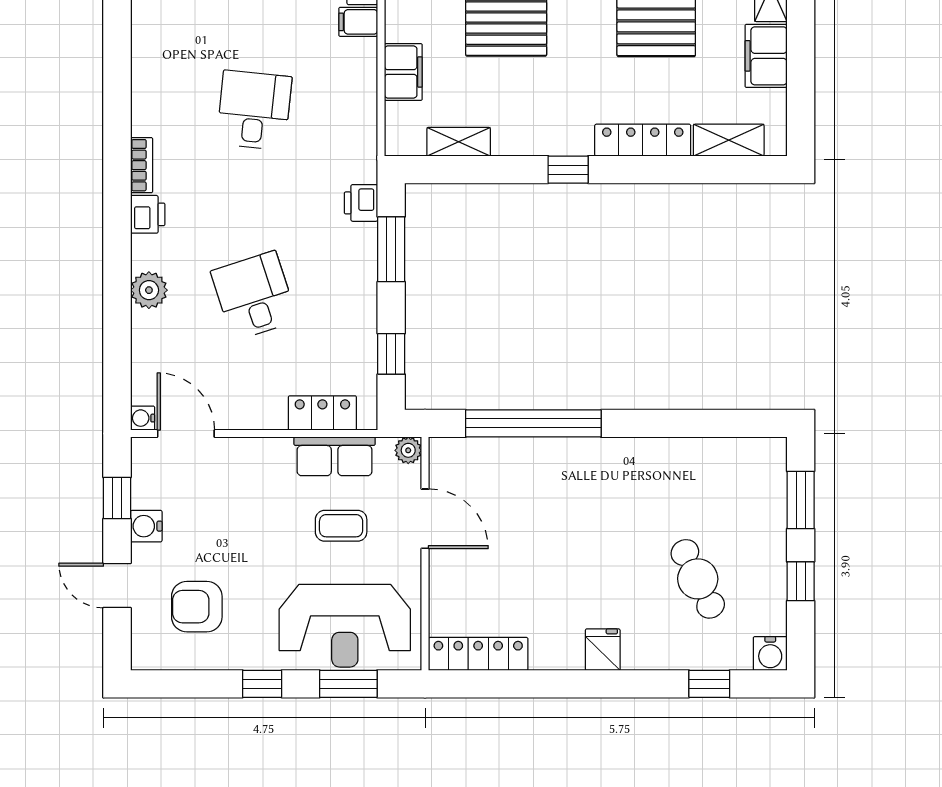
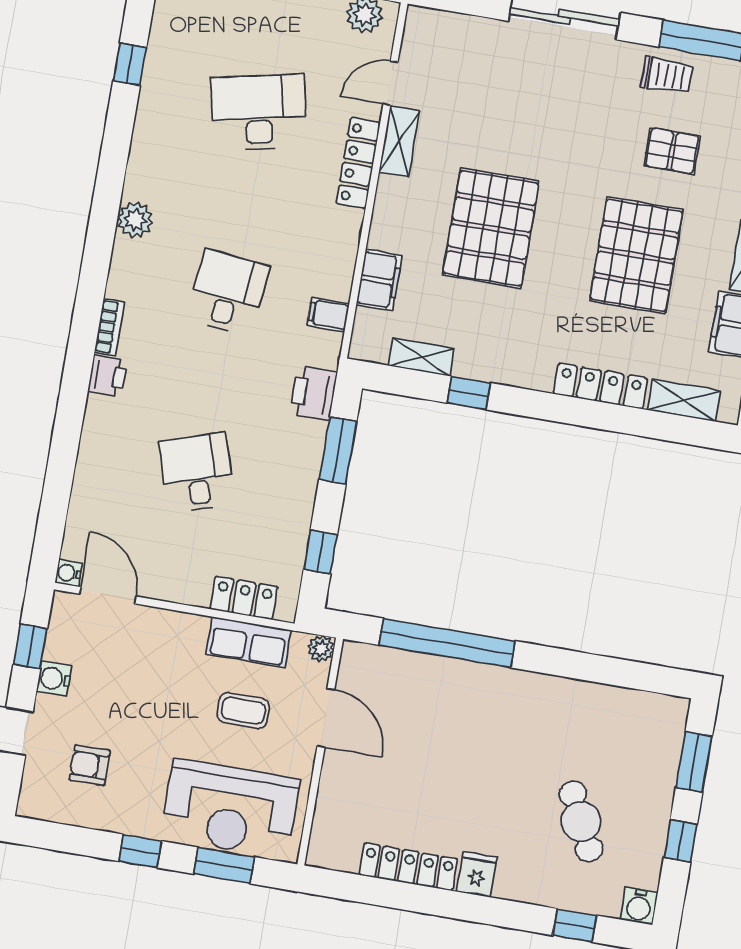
filing cabinet: (358, 22) -> (328, 314), moved
window: (568, 170) -> (469, 393), moved
printer: (361, 203) -> (313, 393), width x1.36, depth x1.24
plant: (149, 290) -> (135, 220), moved
armchair: (197, 607) -> (90, 765), width x0.72, depth x0.72
locker: (478, 654) -> (408, 867), moved

